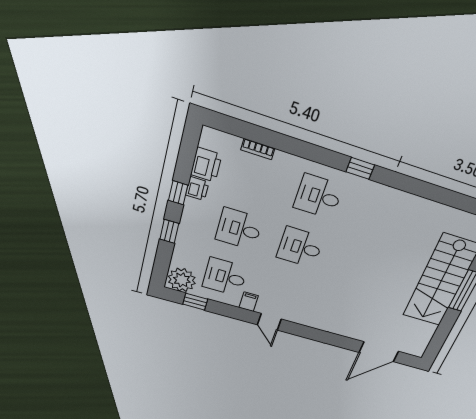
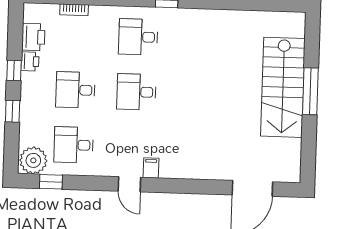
filing cabinet: (249, 302) -> (151, 168), moved

